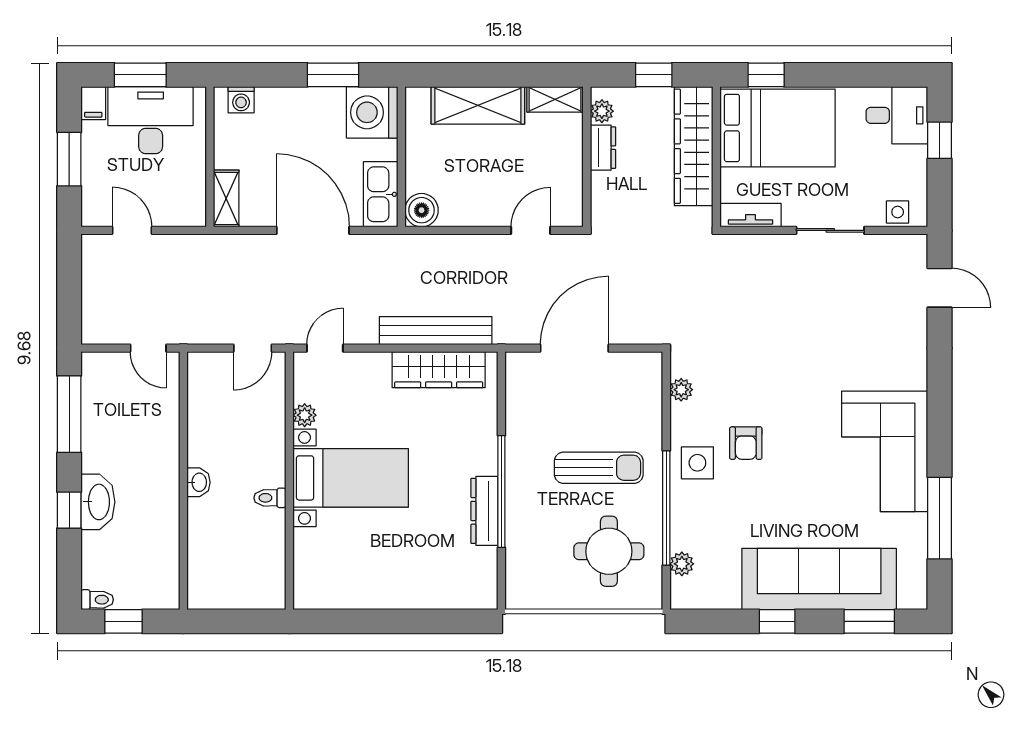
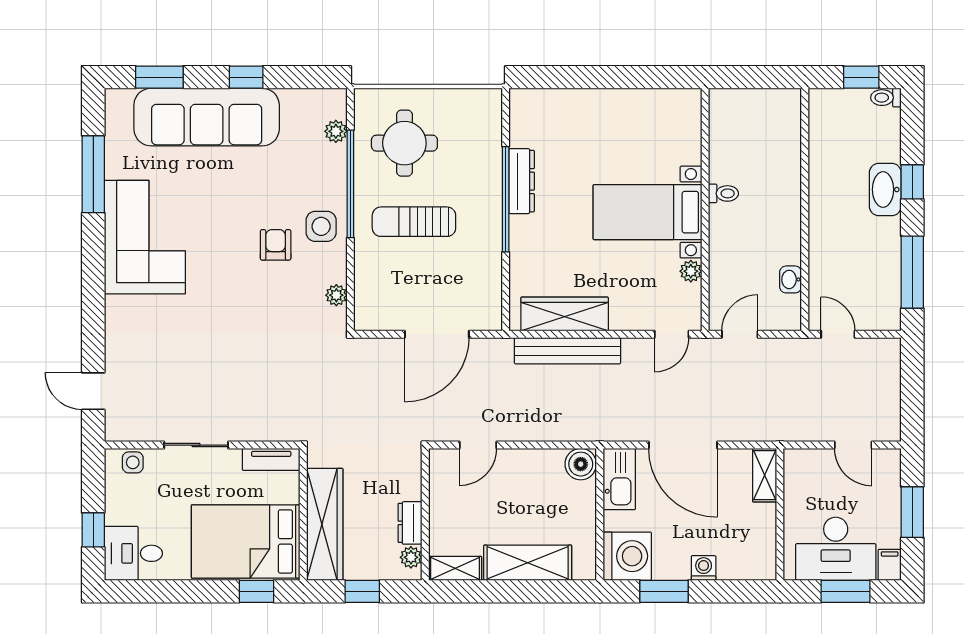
washing machine: (241, 100) -> (704, 568), moved
washbasin: (199, 482) -> (791, 279), moved

